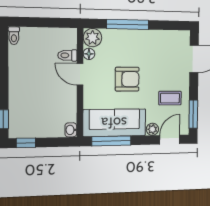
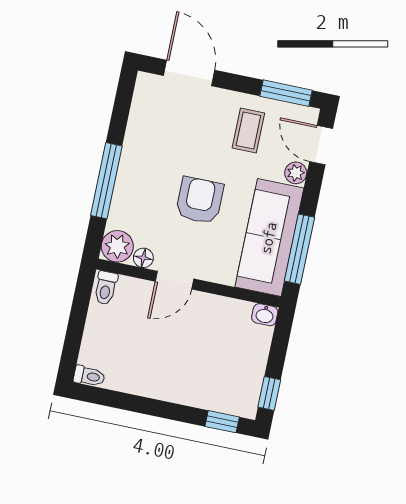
toilet: (67, 55) -> (106, 288), moved

